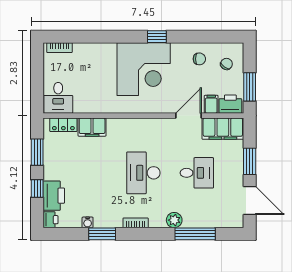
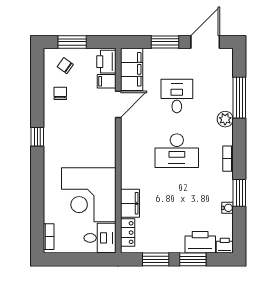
corner desk: (144, 69) -> (89, 195), moved, turned 180
window: (250, 87) -> (72, 42), moved
door: (188, 116) -> (118, 104), swing flipped
window: (37, 188) -> (193, 259), width x1.50

